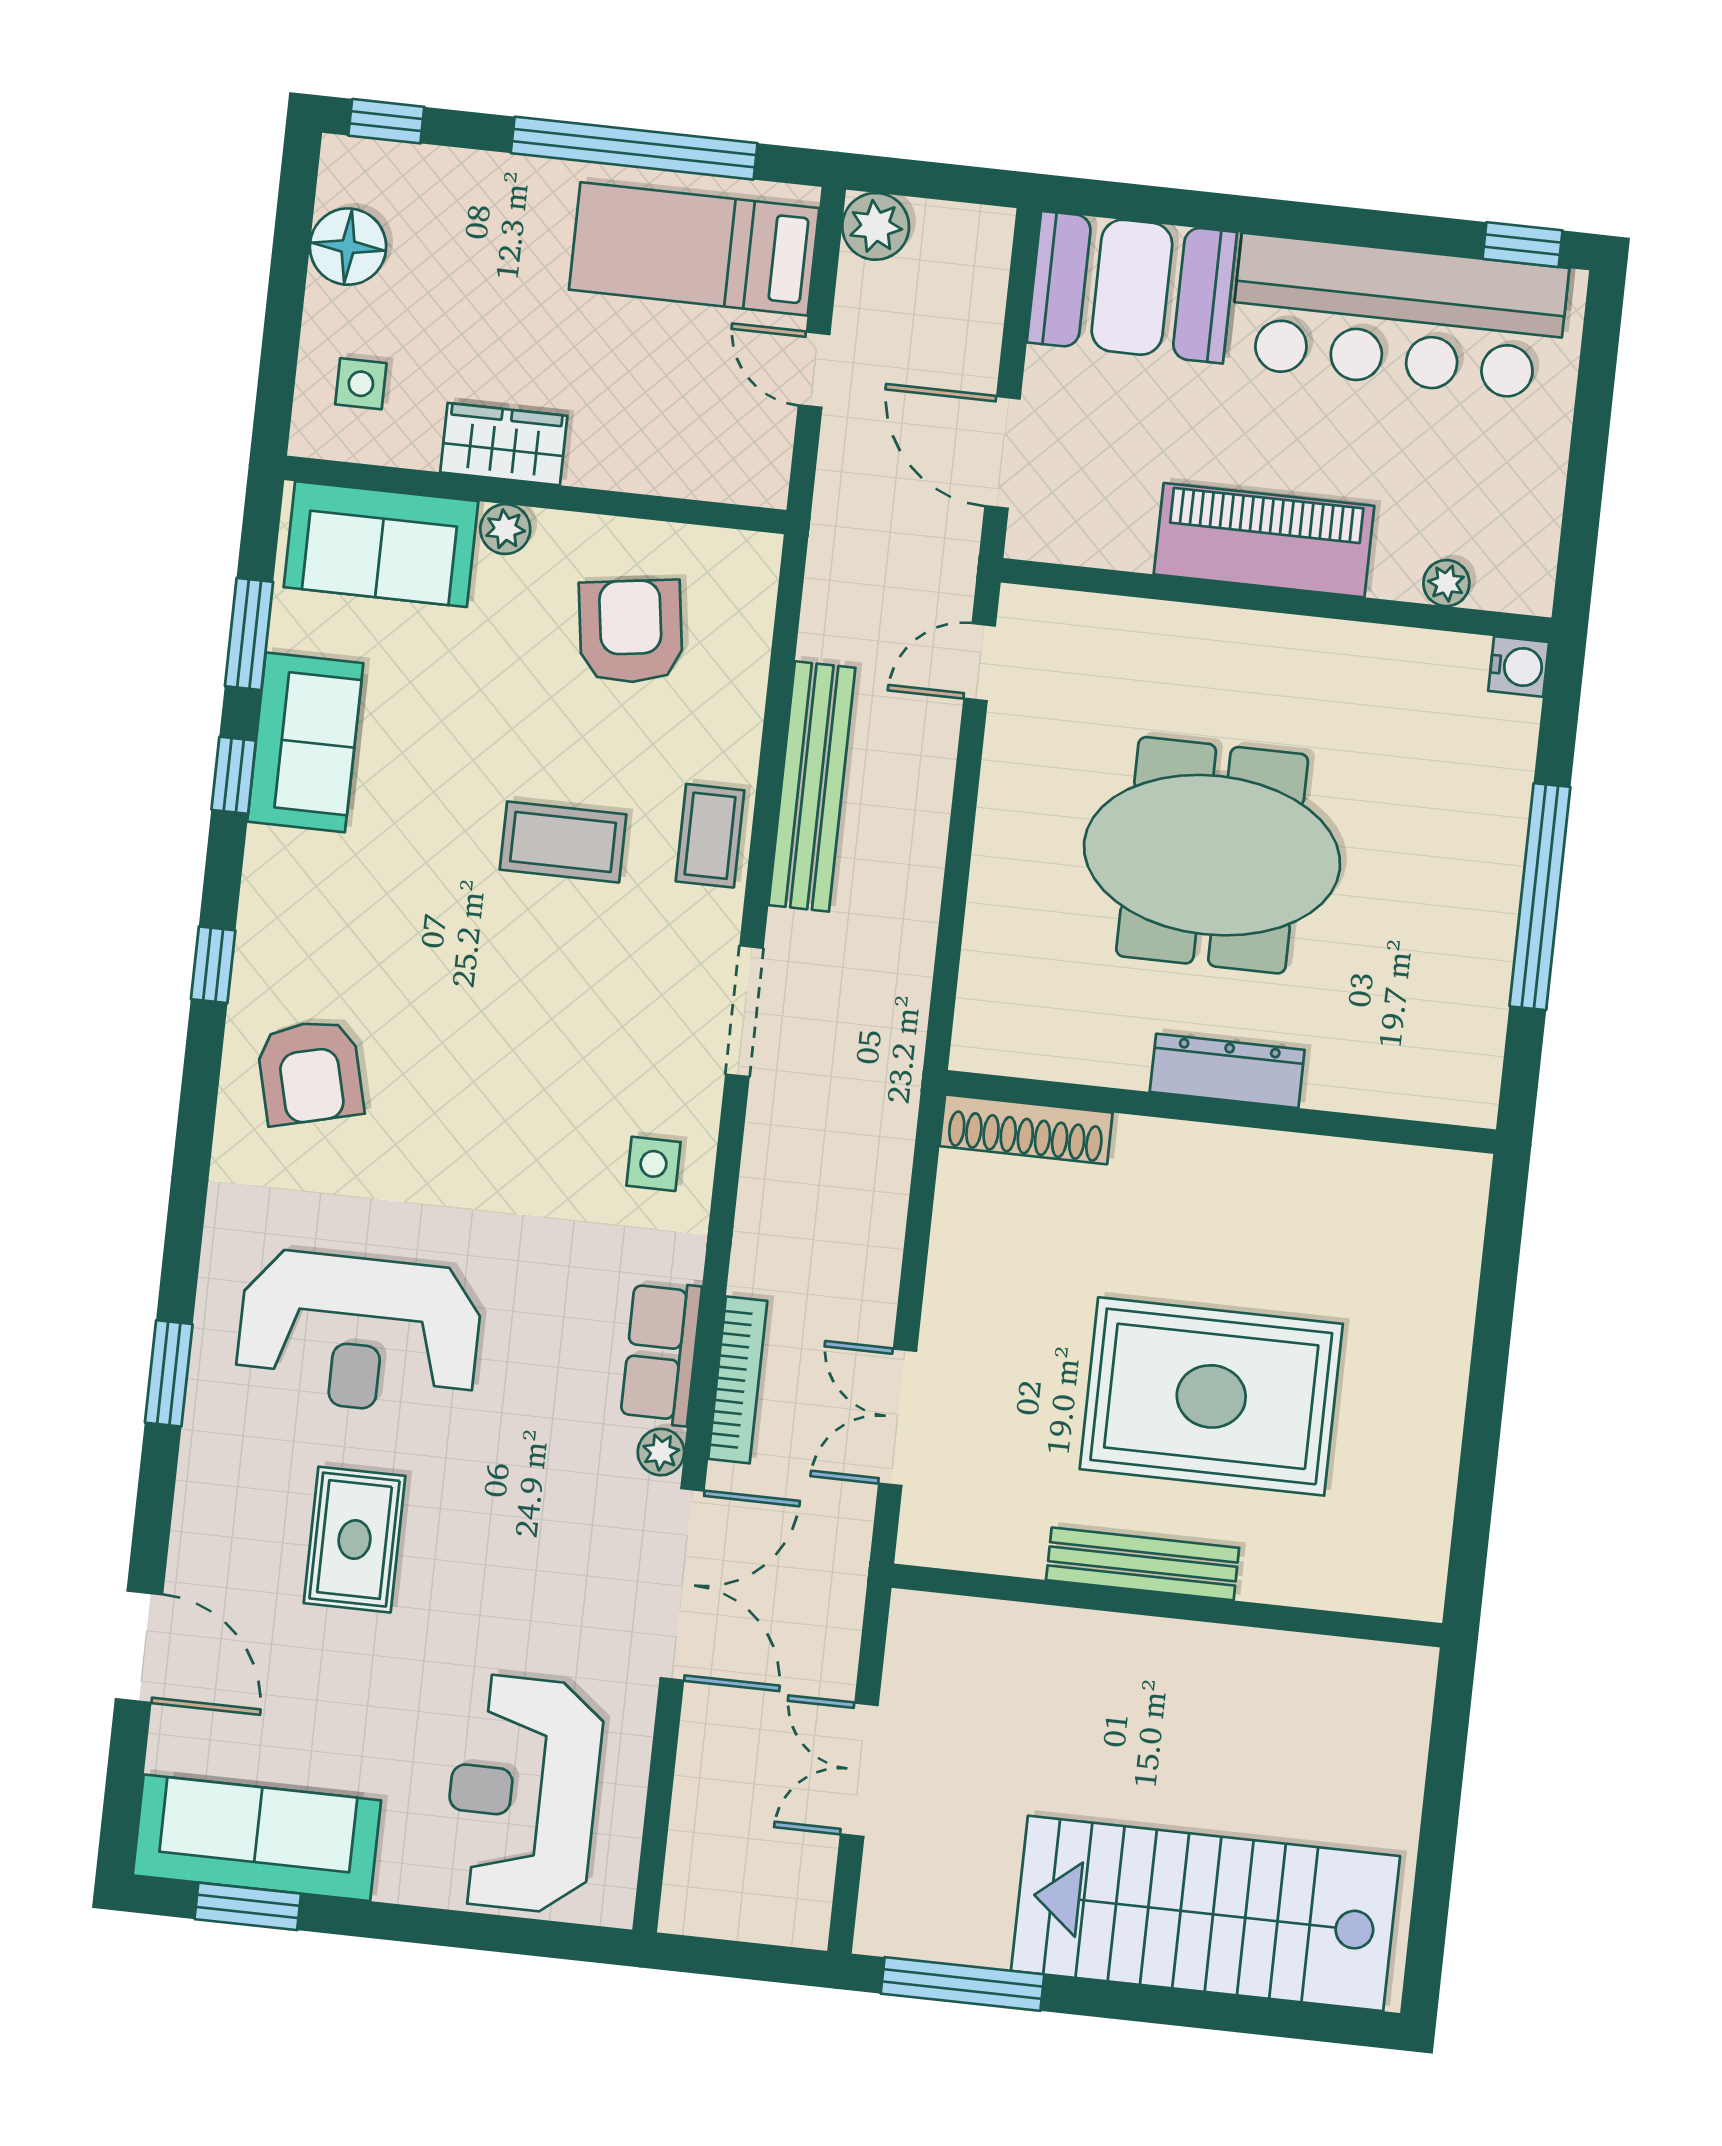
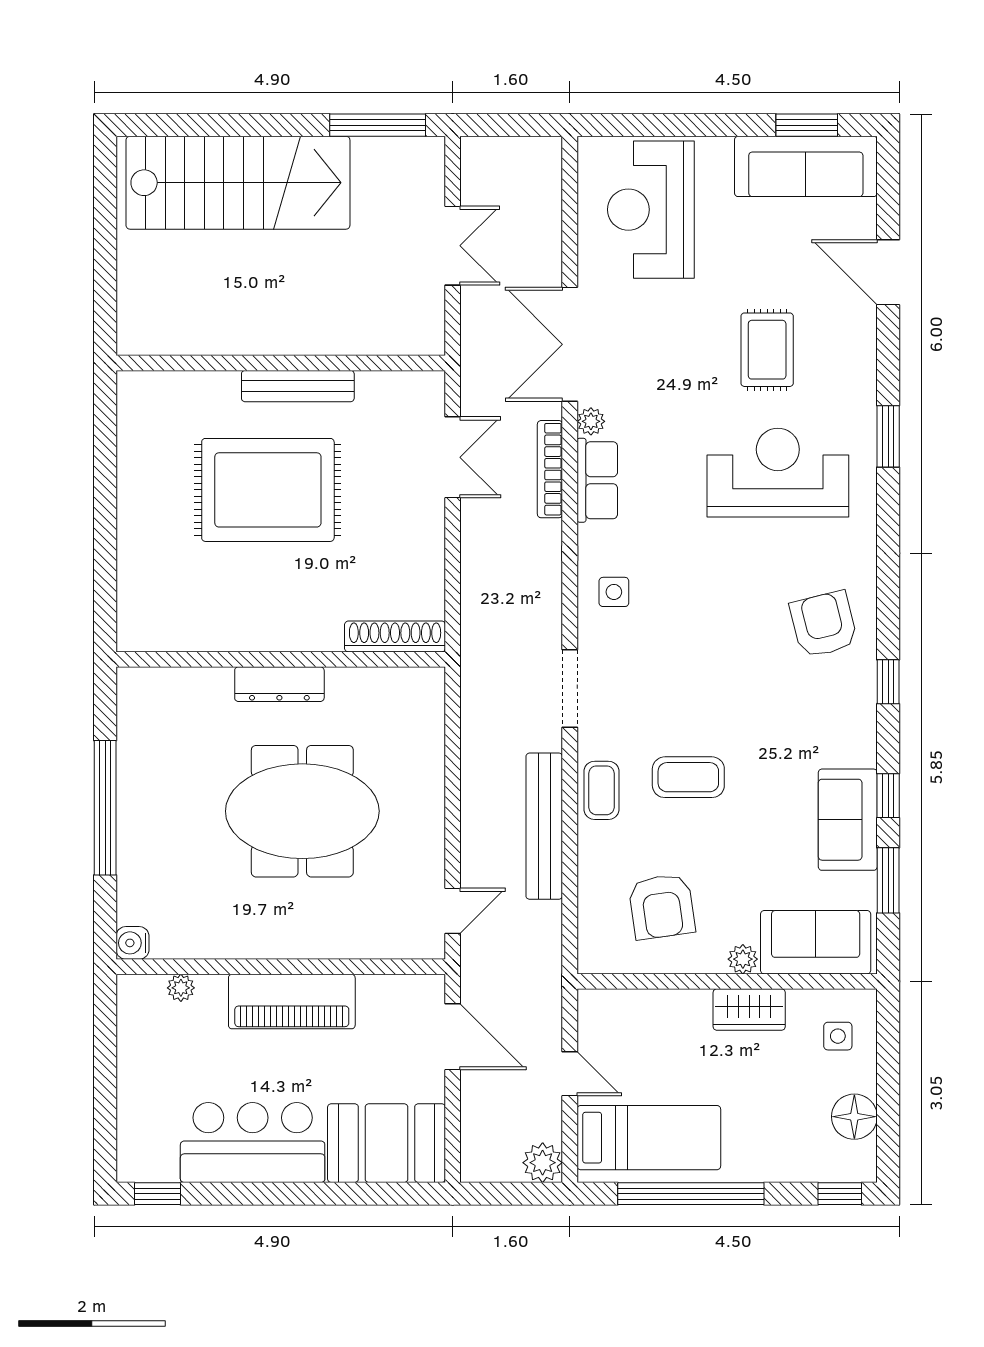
bar counter: (1398, 317) -> (253, 1143), width x0.73
reception desk: (523, 1794) -> (651, 210), turned 180

